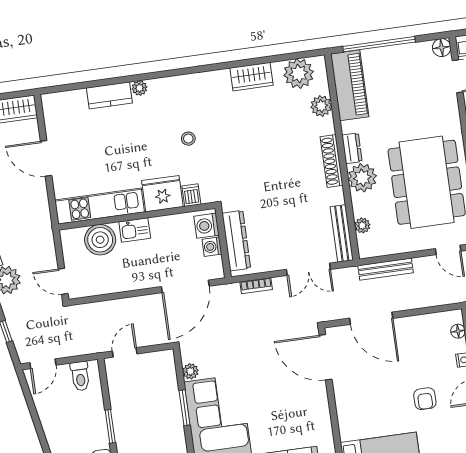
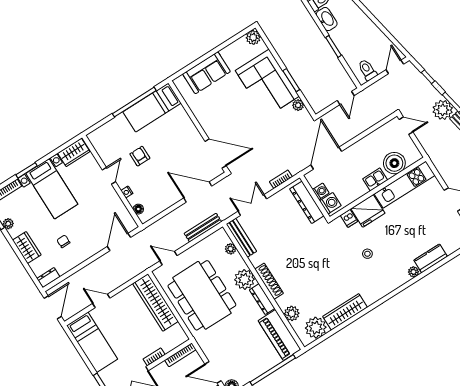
wardrobe: (251, 77) -> (345, 312), width x1.50
dresser: (352, 148) -> (262, 299), width x1.44

